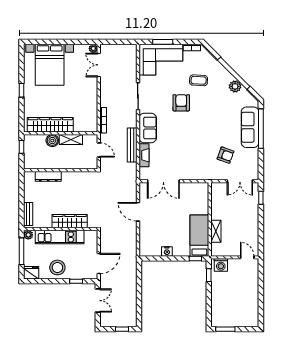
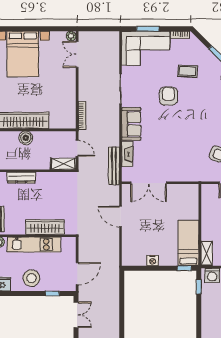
shelving: (71, 140) -> (63, 164), moved
bench: (132, 145) -> (114, 166), moved
shelving: (216, 231) -> (207, 253), moved

